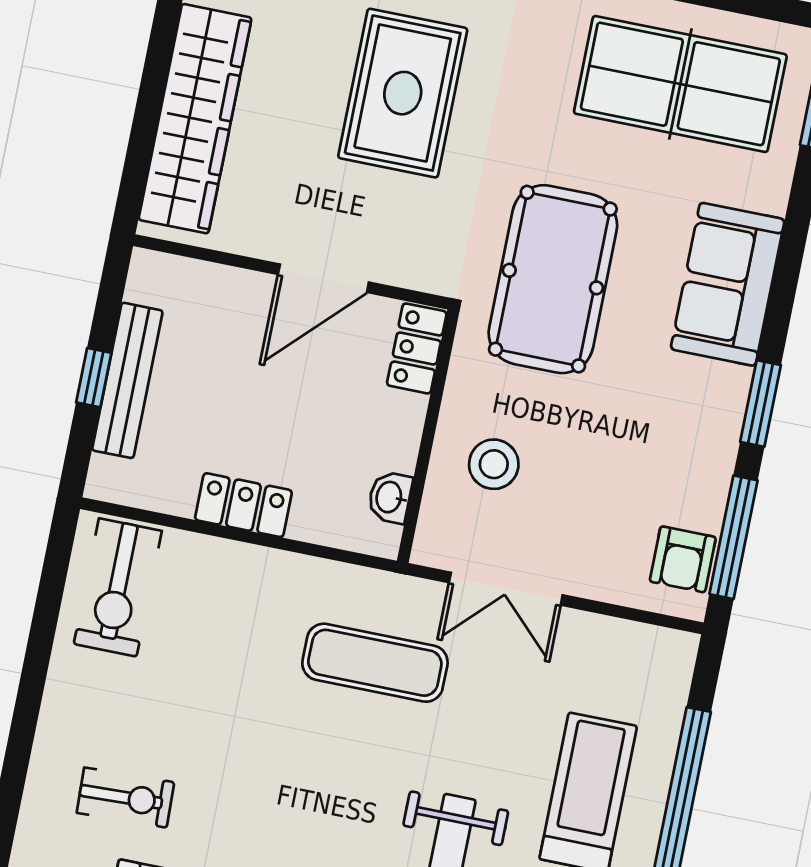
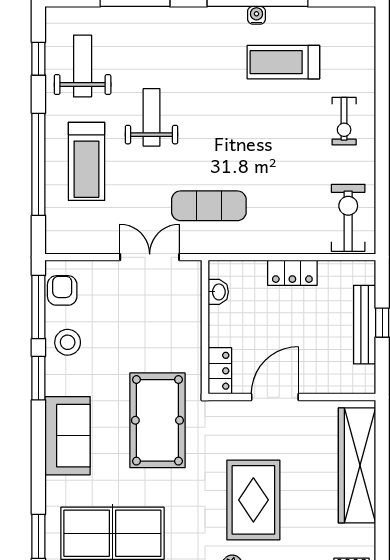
stool: (494, 464) -> (68, 342), moved
exercise bike: (125, 798) -> (344, 121), moved, turned -88

